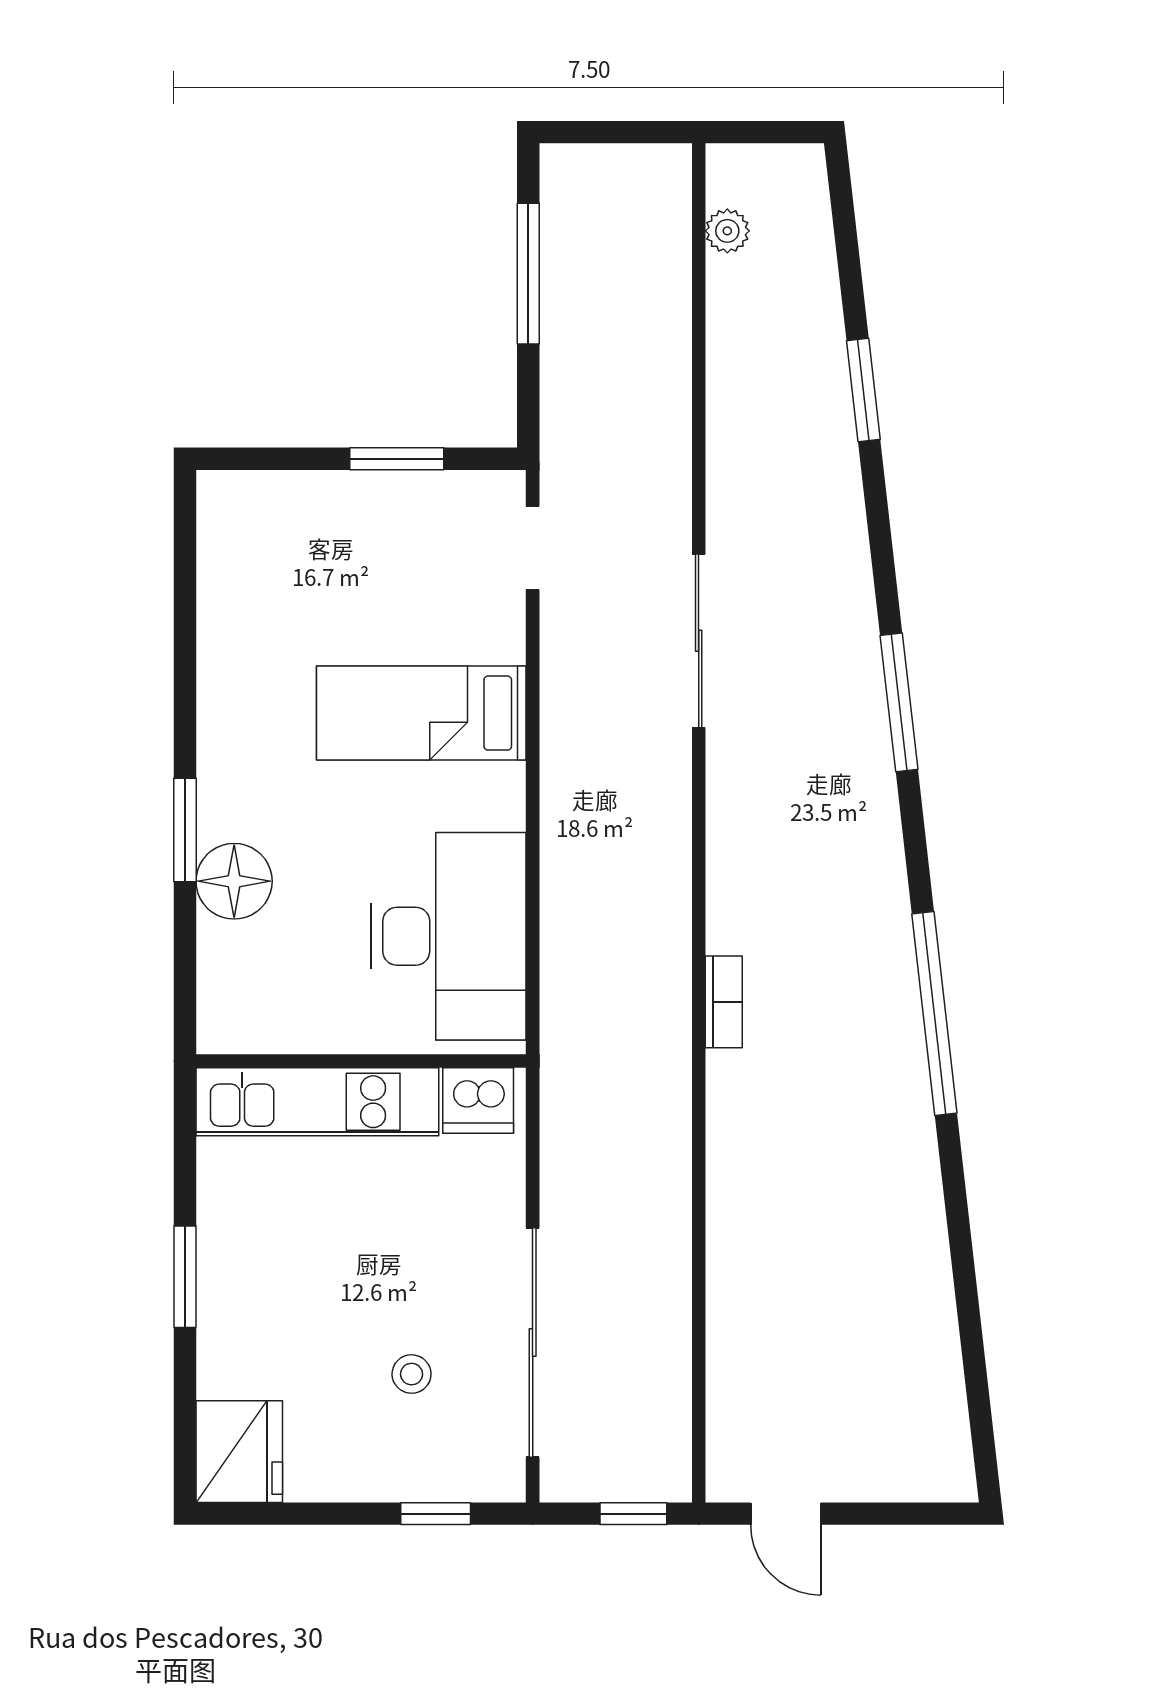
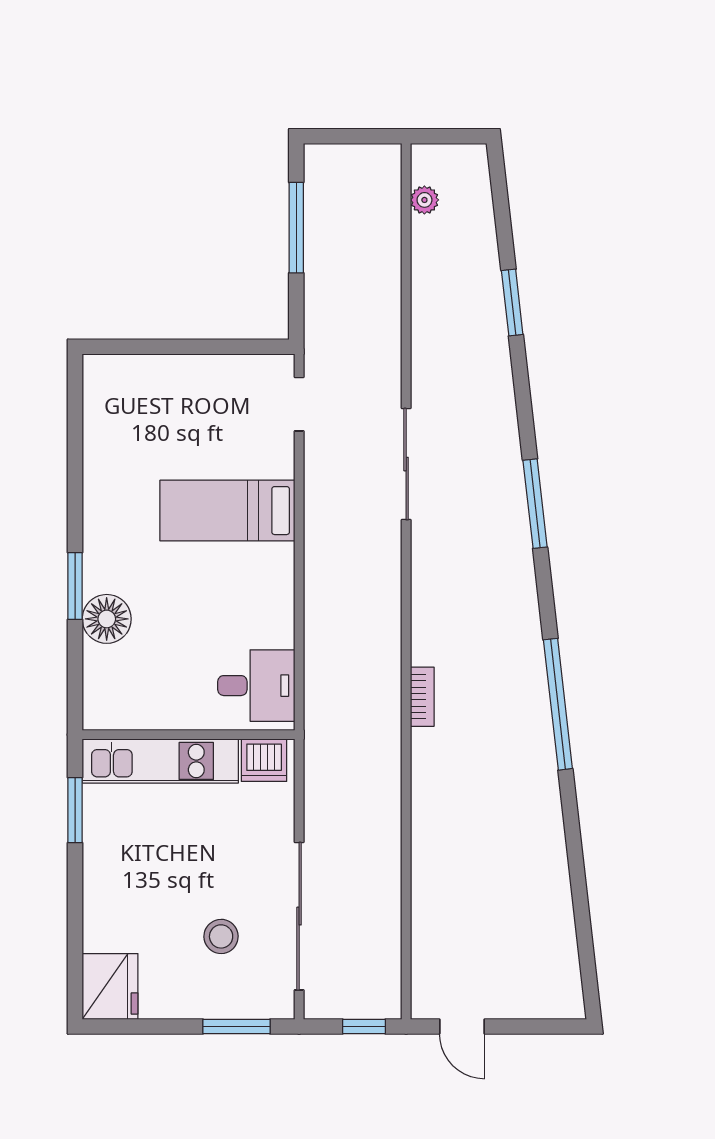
window: (397, 459) -> (211, 347), removed
desk: (448, 936) -> (256, 686), width x0.53, depth x0.77
window: (185, 1277) -> (75, 810), moved
stool: (412, 1374) -> (221, 936), width x1.37, depth x1.37
window: (436, 1514) -> (237, 1026), width x1.50

